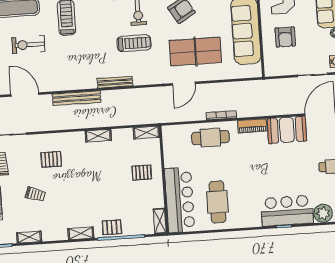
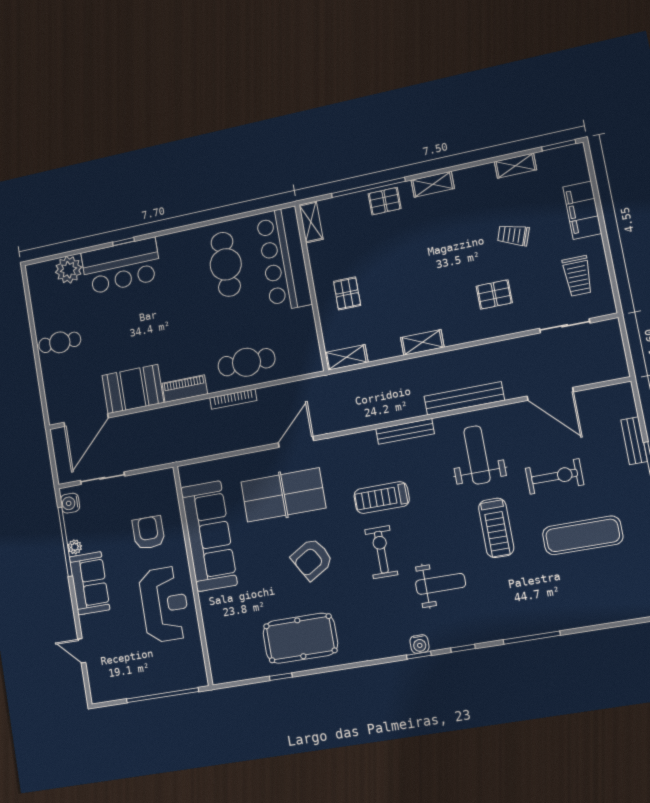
weight bench: (73, 63) -> (477, 455), added
pallet: (142, 173) -> (347, 293), turned 90

